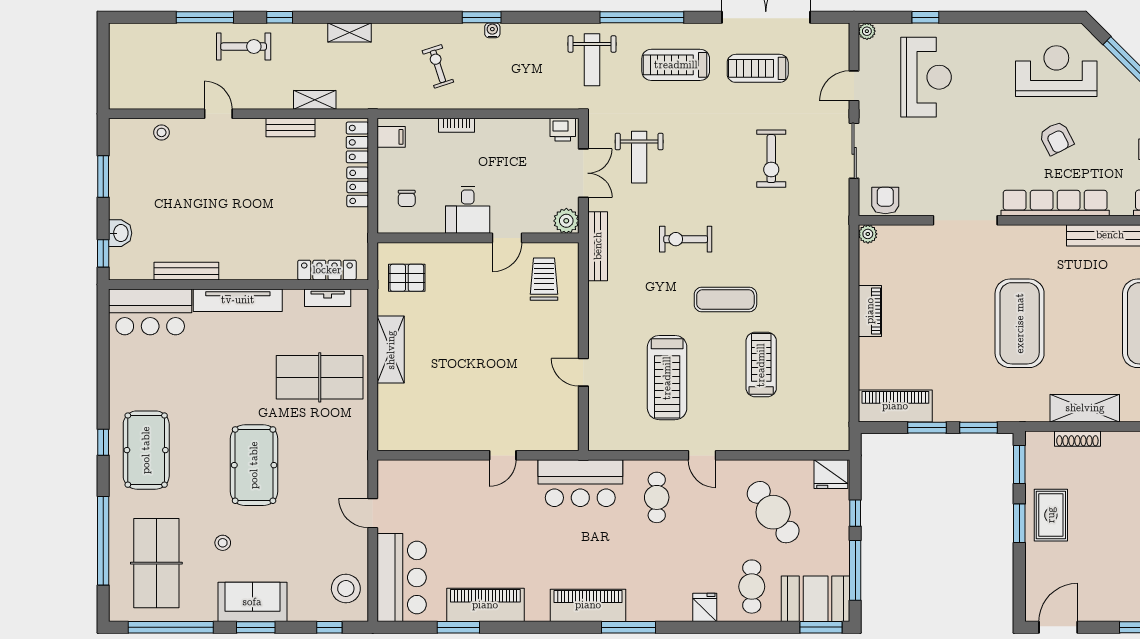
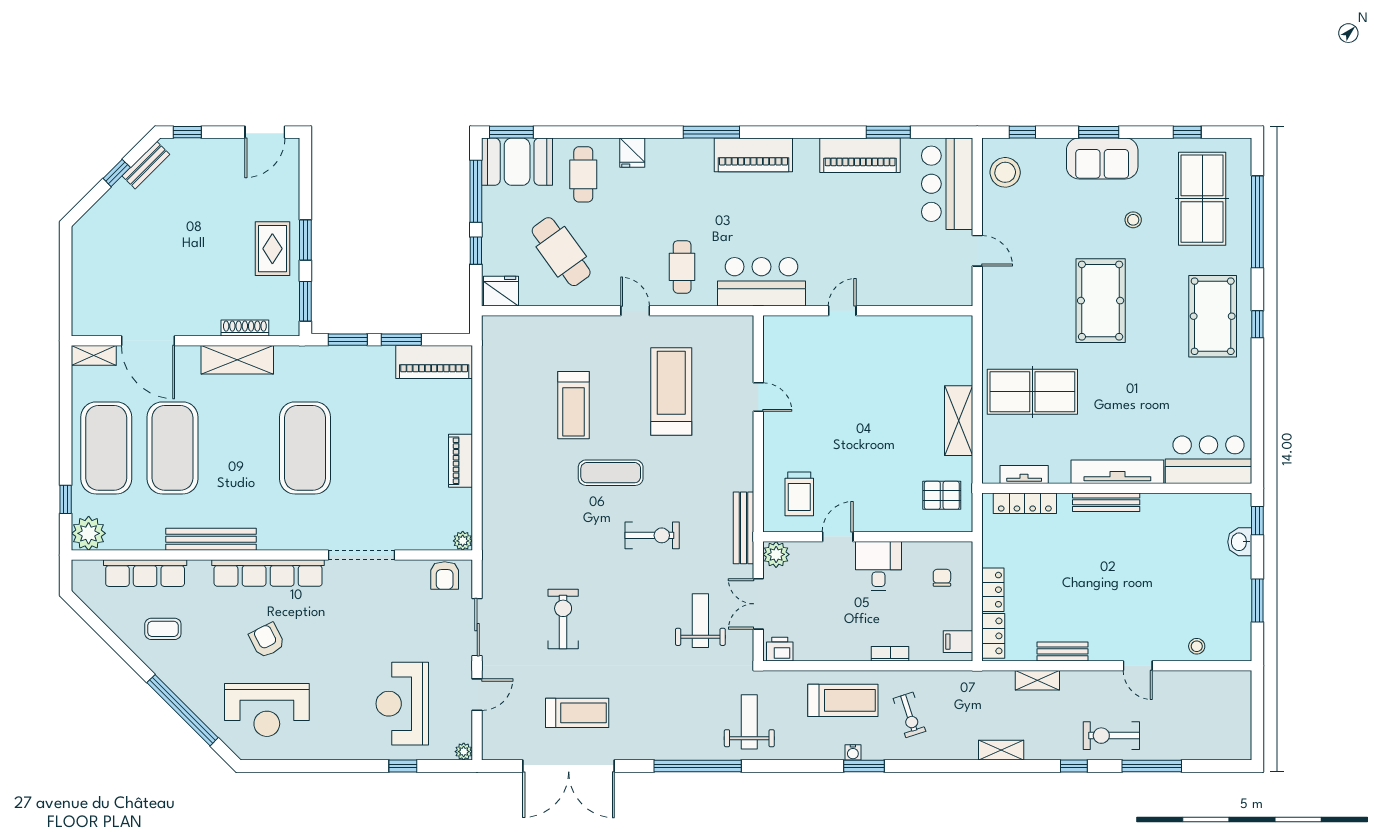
treadmill: (676, 65) -> (843, 700), moved
bench: (186, 271) -> (1106, 502), moved
window: (171, 627) -> (1187, 132), width x0.32

